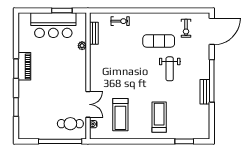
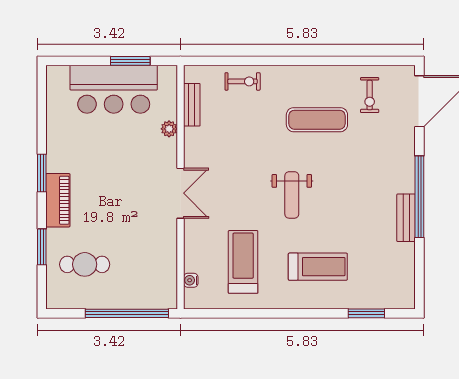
piano: (24, 66) -> (58, 200), moved
weight bench: (170, 69) -> (292, 195), moved
double door: (88, 104) -> (180, 193), moved
treadmill: (120, 115) -> (243, 262), turned 180
treadmill: (159, 117) -> (318, 267), turned 90
cafe table: (70, 124) -> (85, 264), moved

